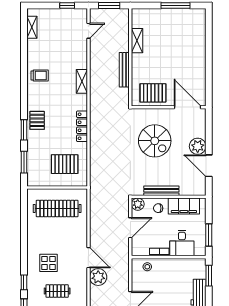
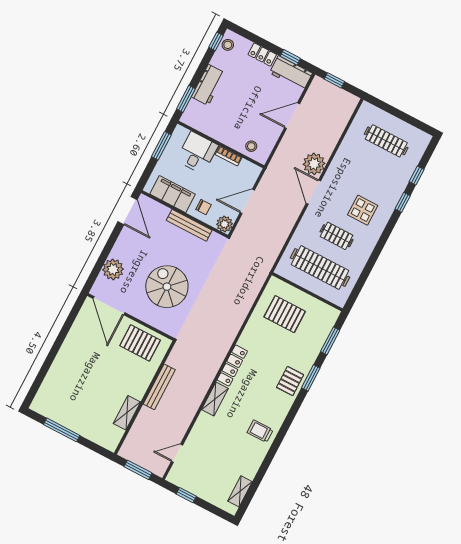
locker: (82, 126) -> (232, 366), moved
plant: (198, 146) -> (113, 269), moved
door: (209, 166) -> (127, 211), moved
clothes rail: (57, 291) -> (337, 236), moved

